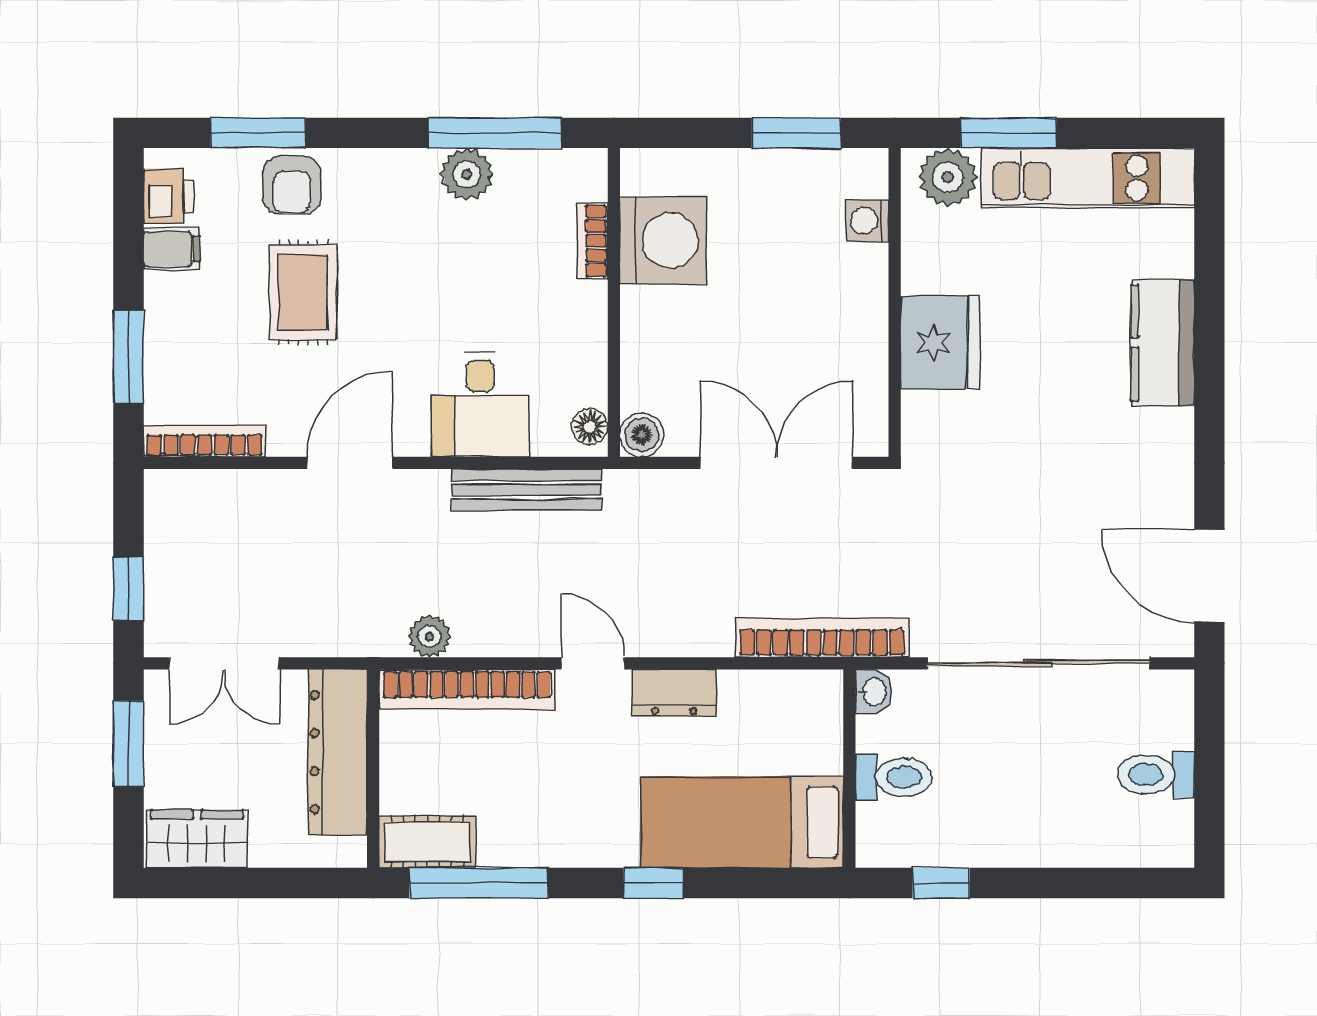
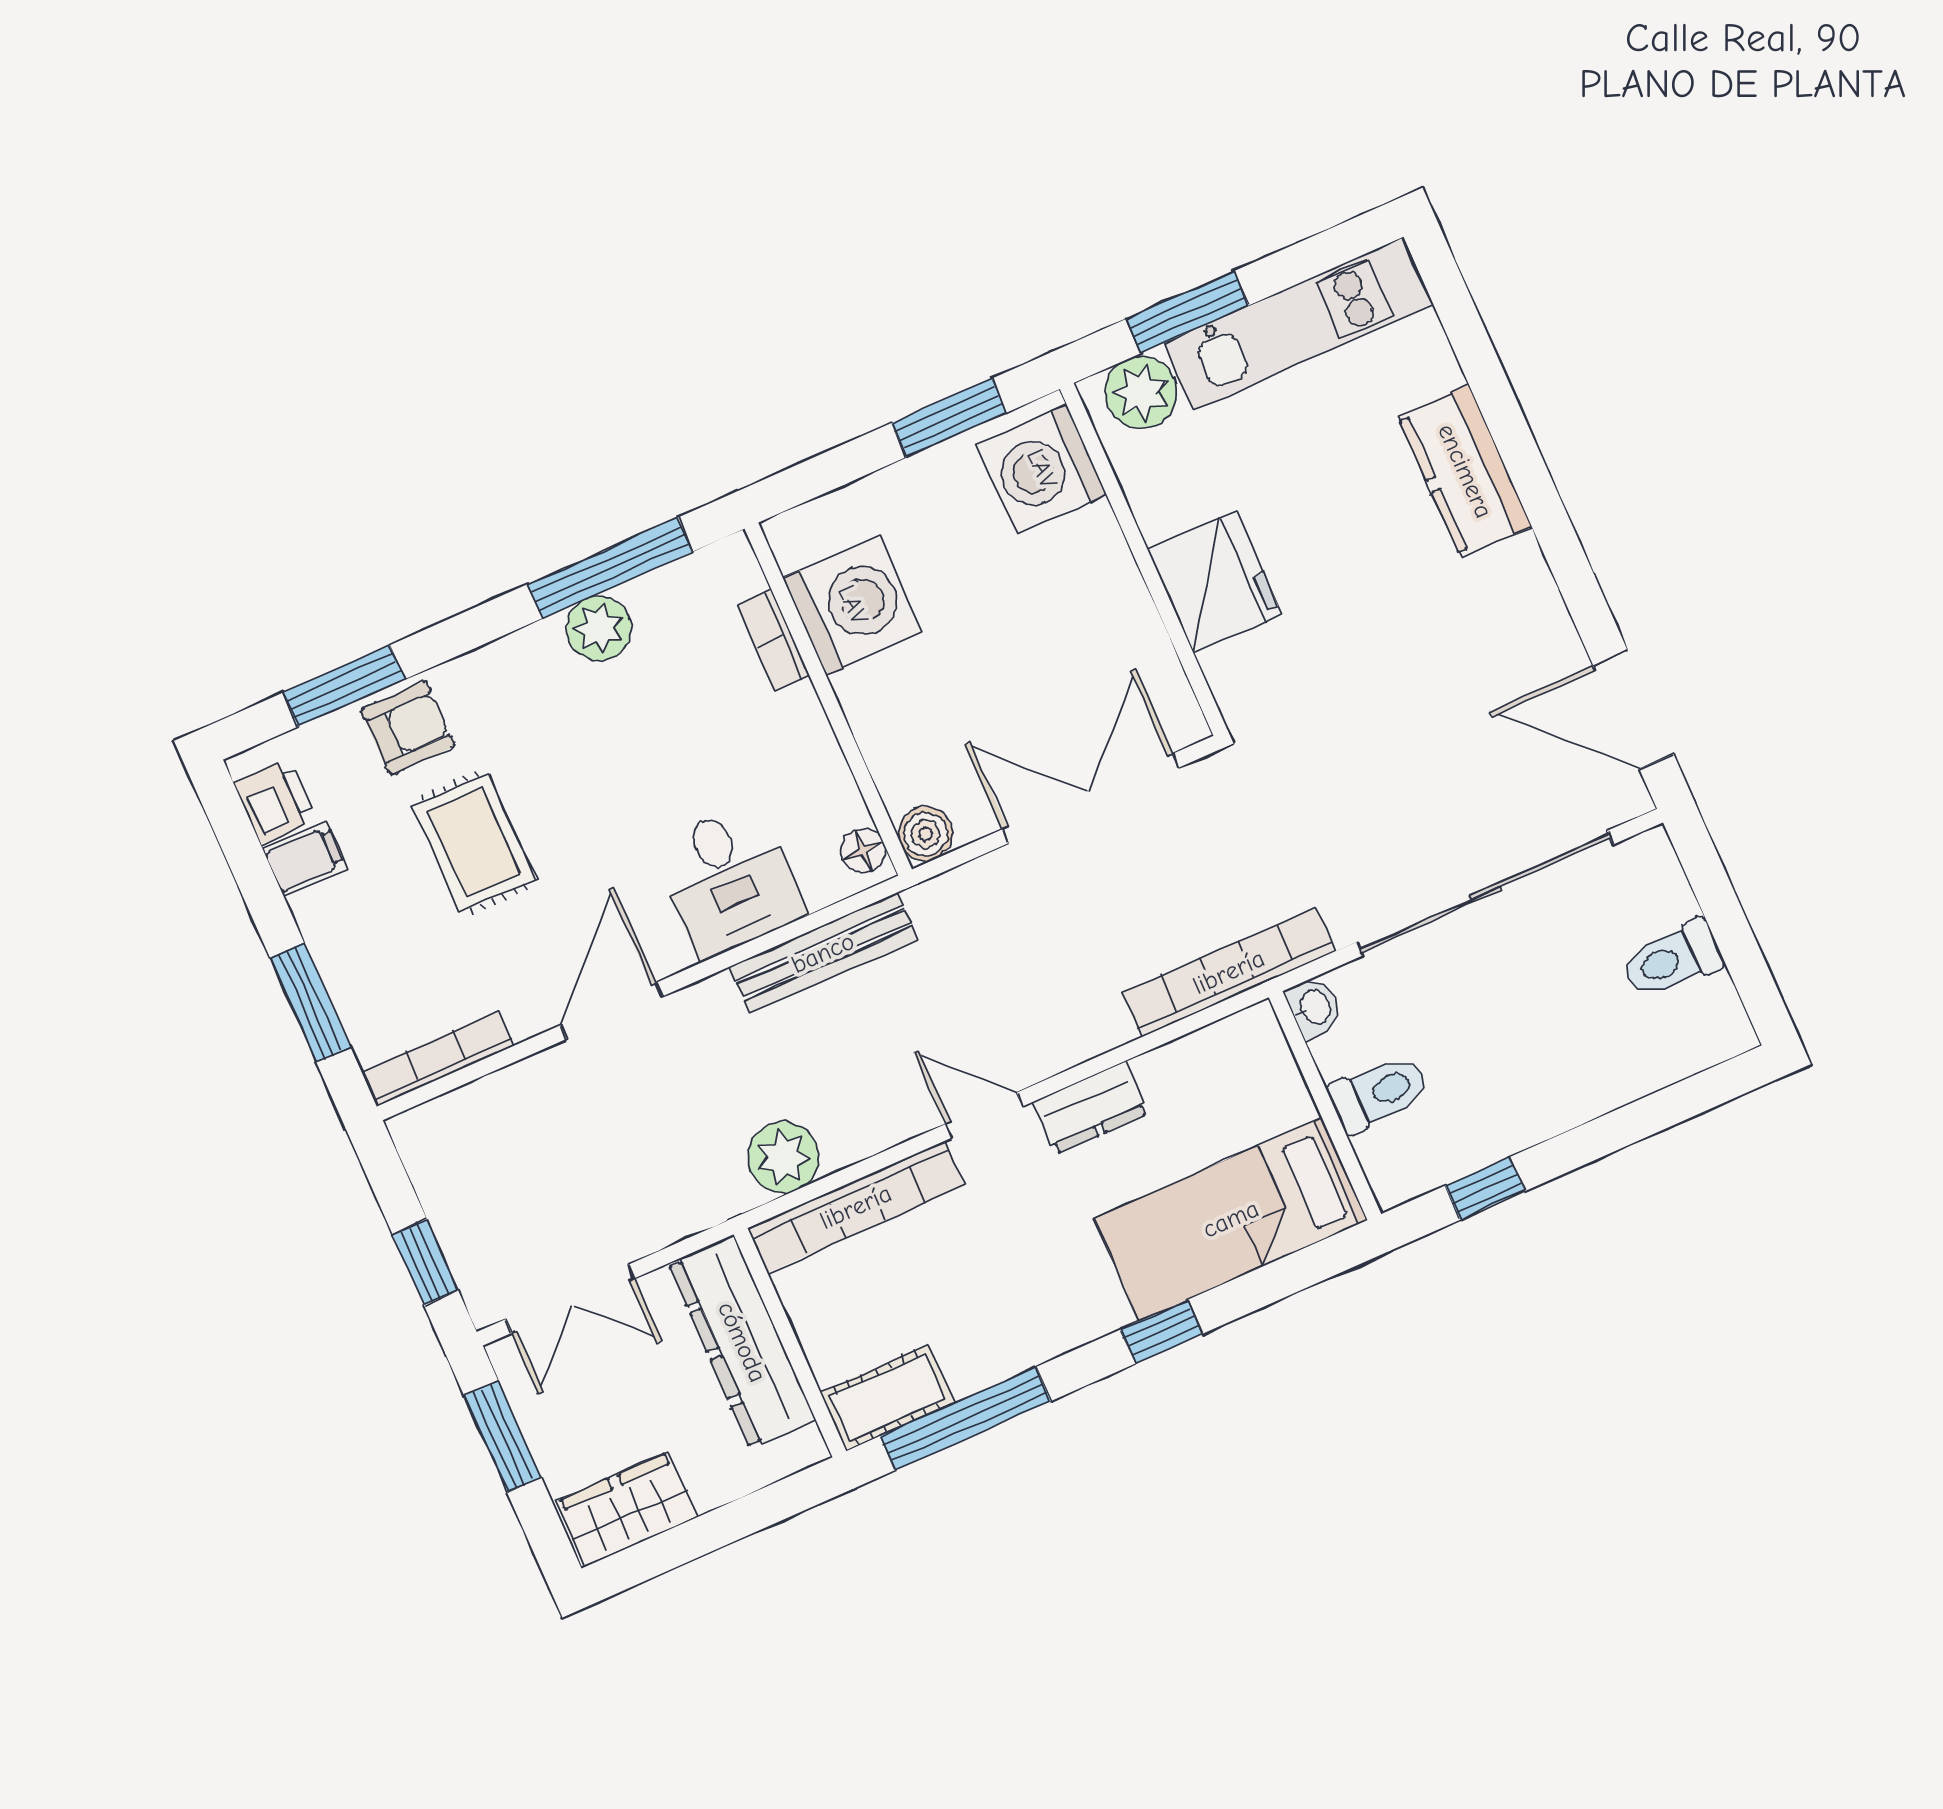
armchair: (292, 185) -> (408, 728), turned -90
washing machine: (867, 221) -> (1042, 469), width x1.89, depth x1.89
plant: (429, 636) -> (783, 1157), width x1.38, depth x1.38

